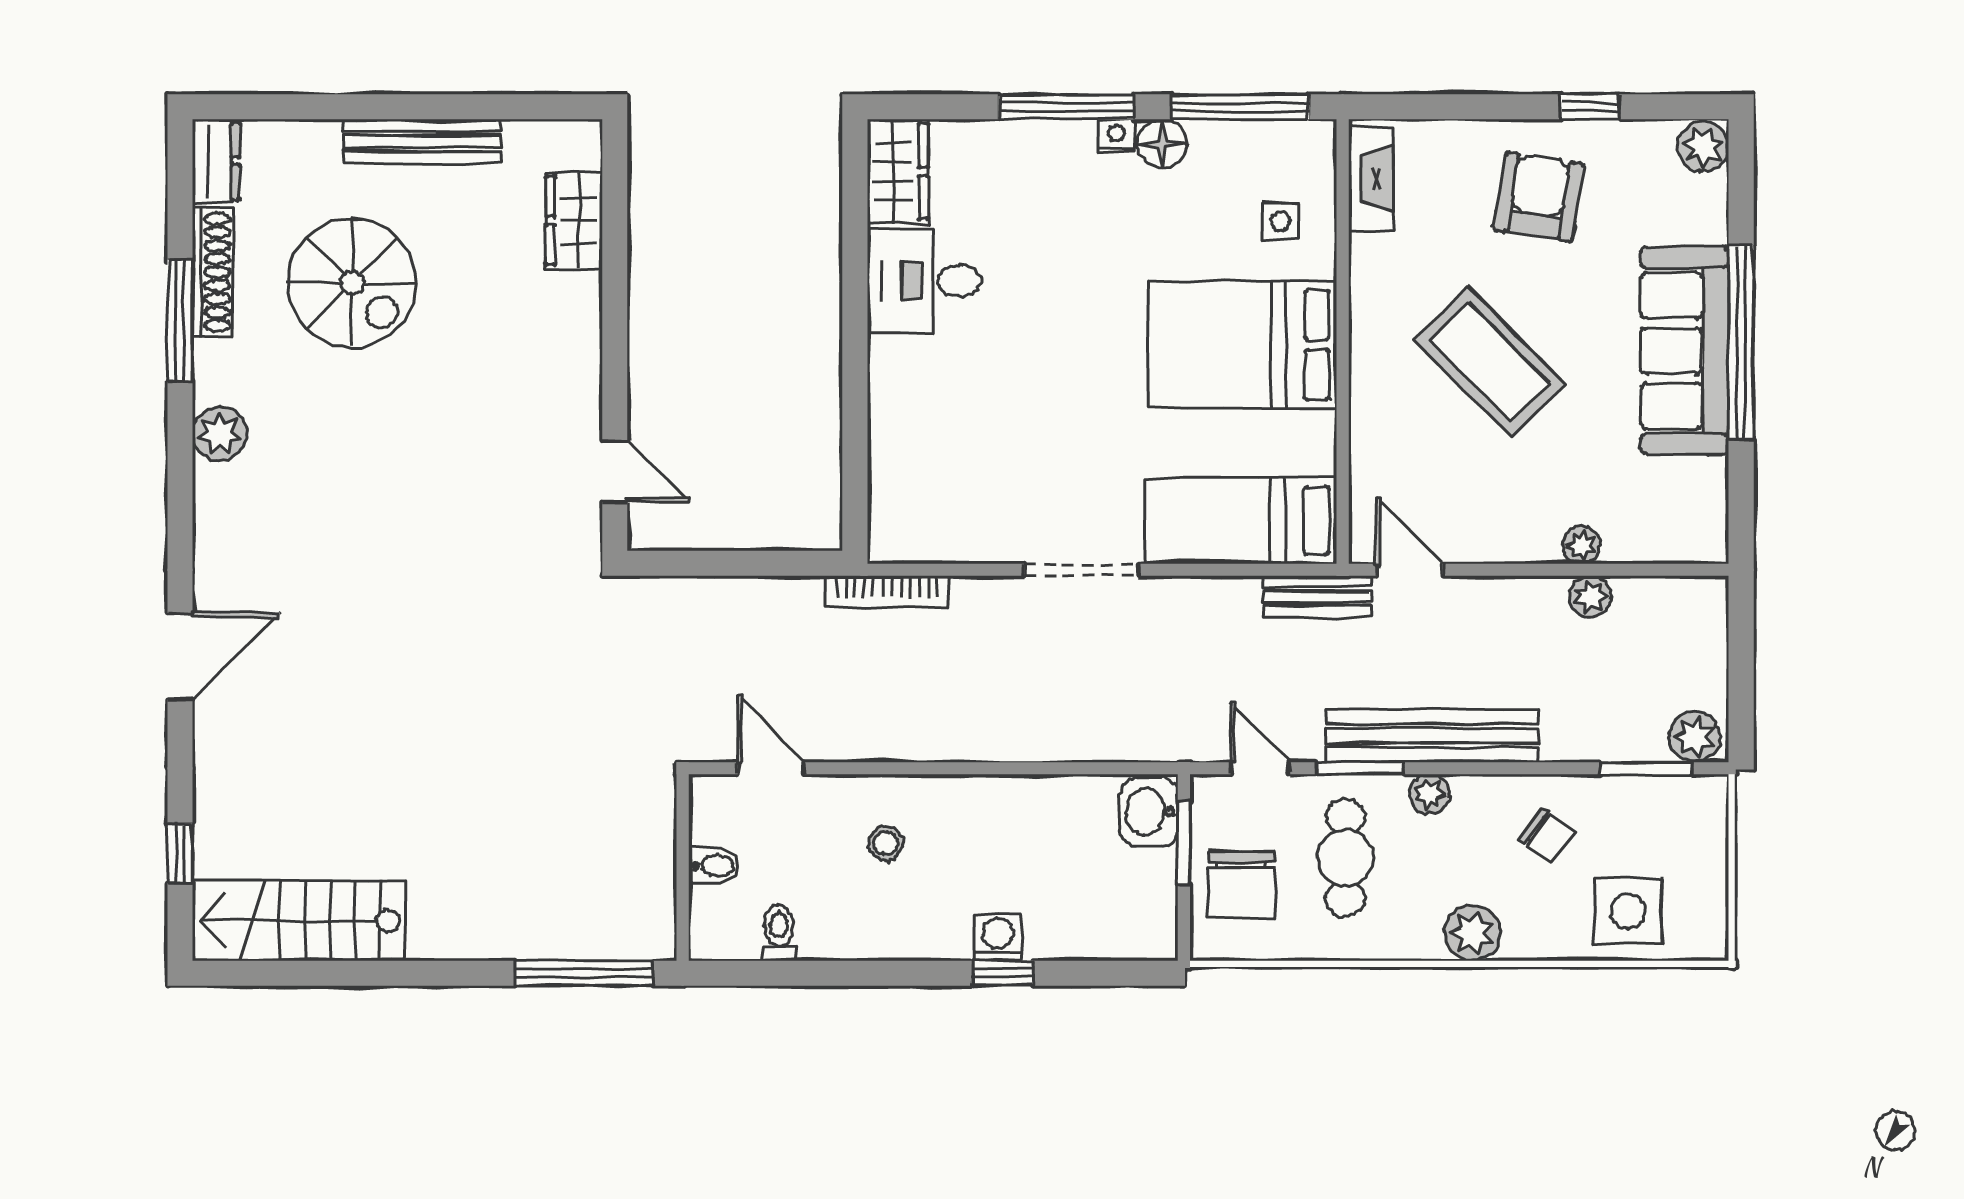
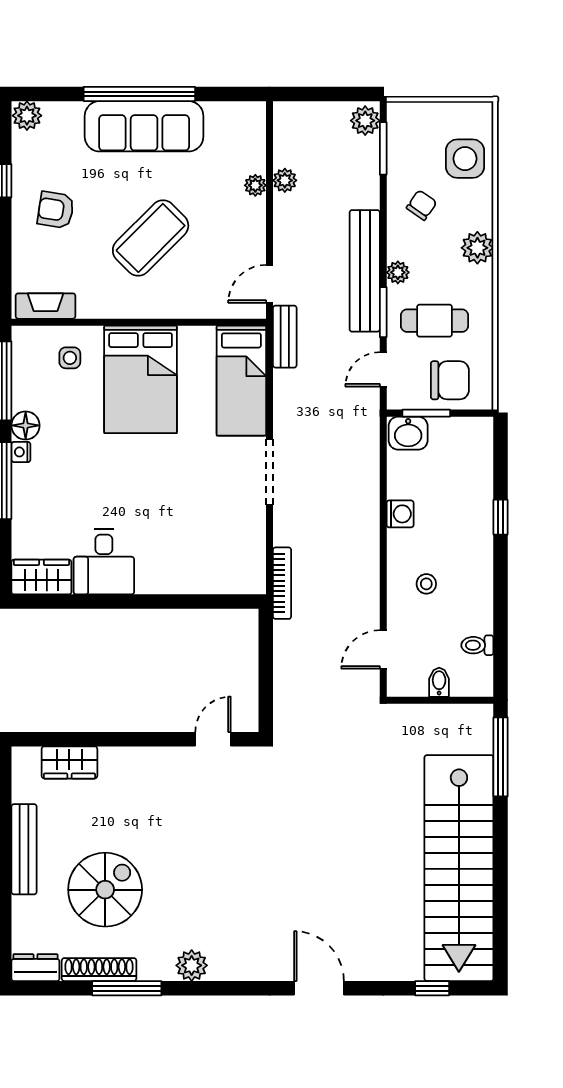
armchair: (1539, 197) -> (56, 210), width x0.72, depth x0.72
stairs: (299, 921) -> (459, 868), width x1.86, depth x1.51
washing machine: (998, 937) -> (400, 514), moved, turned 180

